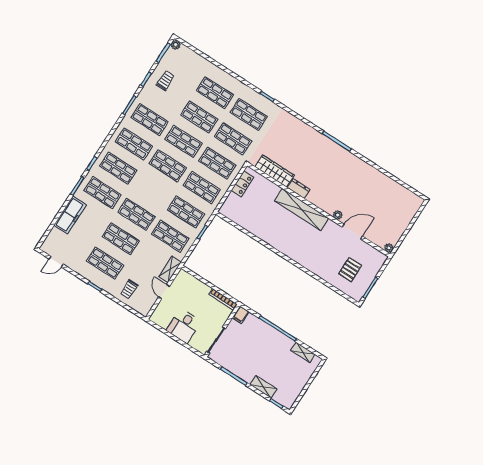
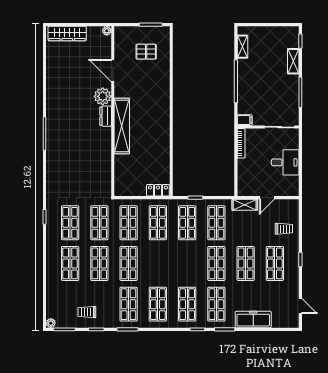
shop shelf: (168, 166) -> (158, 263), removed
wardrobe: (274, 171) -> (67, 33), moved, turned -90
locker: (242, 184) -> (158, 190), moved
dresser: (299, 189) -> (106, 116), moved
plant: (338, 215) -> (103, 96), width x1.88, depth x1.88

